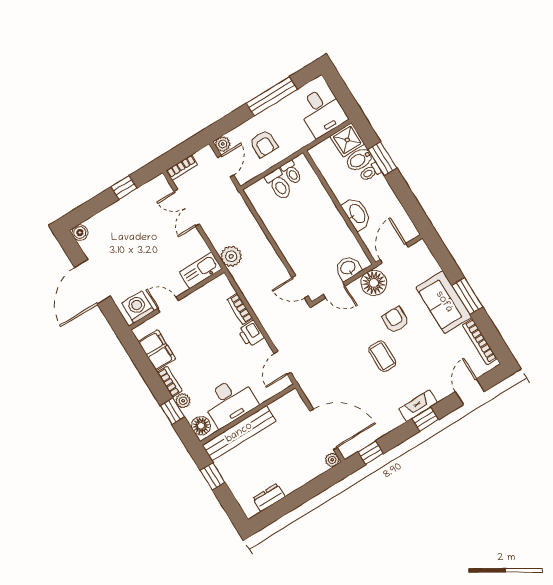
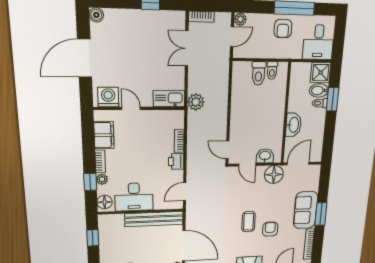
armchair: (264, 144) -> (283, 29), moved
armchair: (395, 320) -> (270, 229), moved
bench: (239, 433) -> (154, 219), moved

